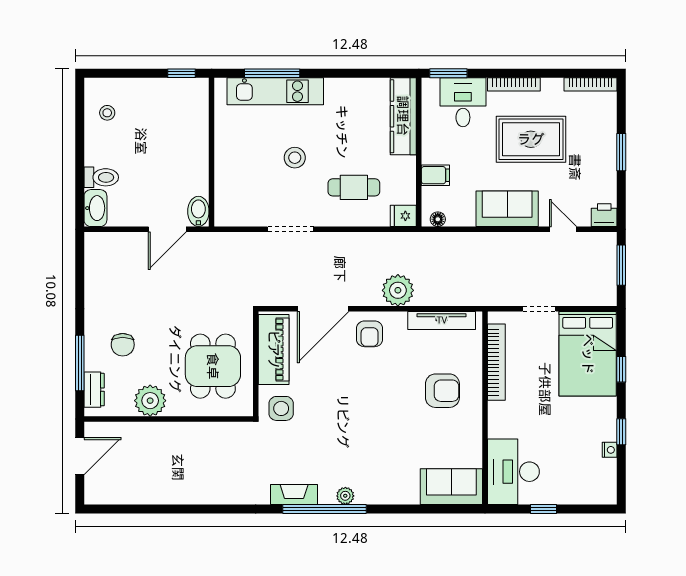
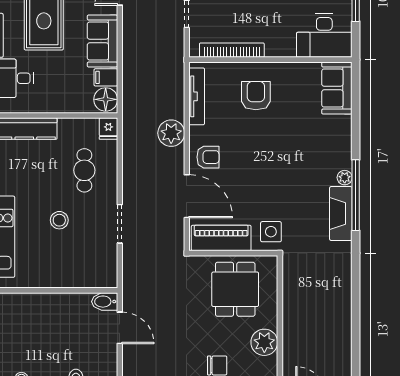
filing cabinet: (435, 175) -> (106, 77), moved, turned -90
floor lamp: (438, 219) -> (106, 99), width x1.89, depth x1.89
dining table: (213, 366) -> (235, 289), turned 90
fireplace: (294, 495) -> (341, 214), width x1.37, depth x1.32

